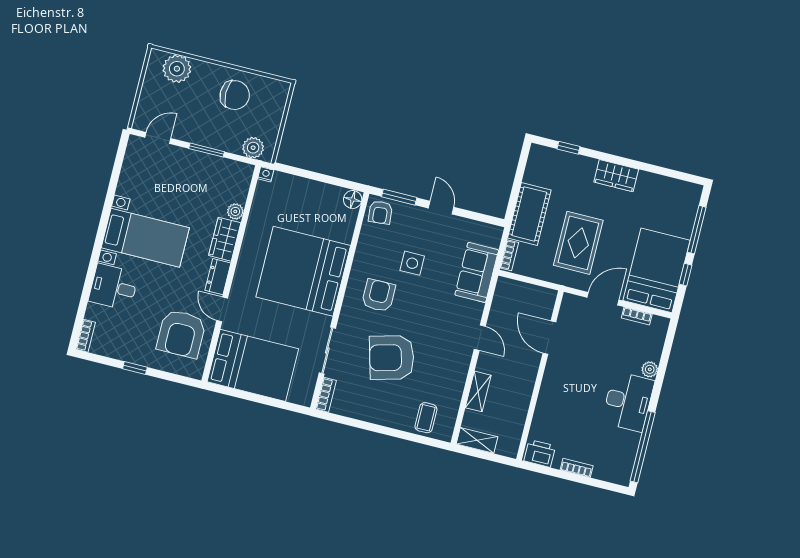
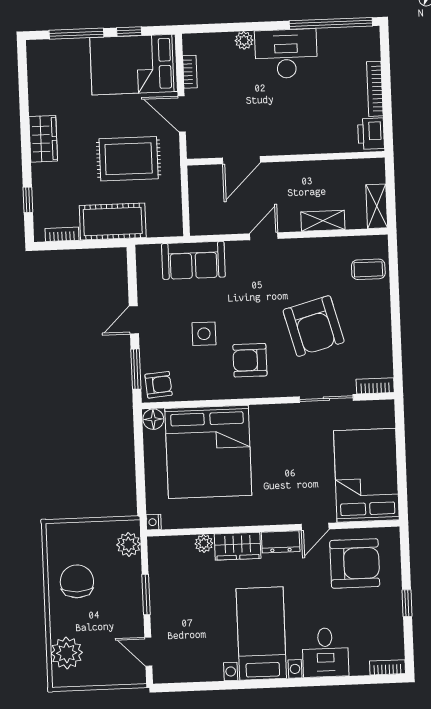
bookcase: (509, 255) -> (62, 234), moved
bed: (303, 271) -> (208, 452), moved
bookcase: (577, 468) -> (375, 89), width x1.56

